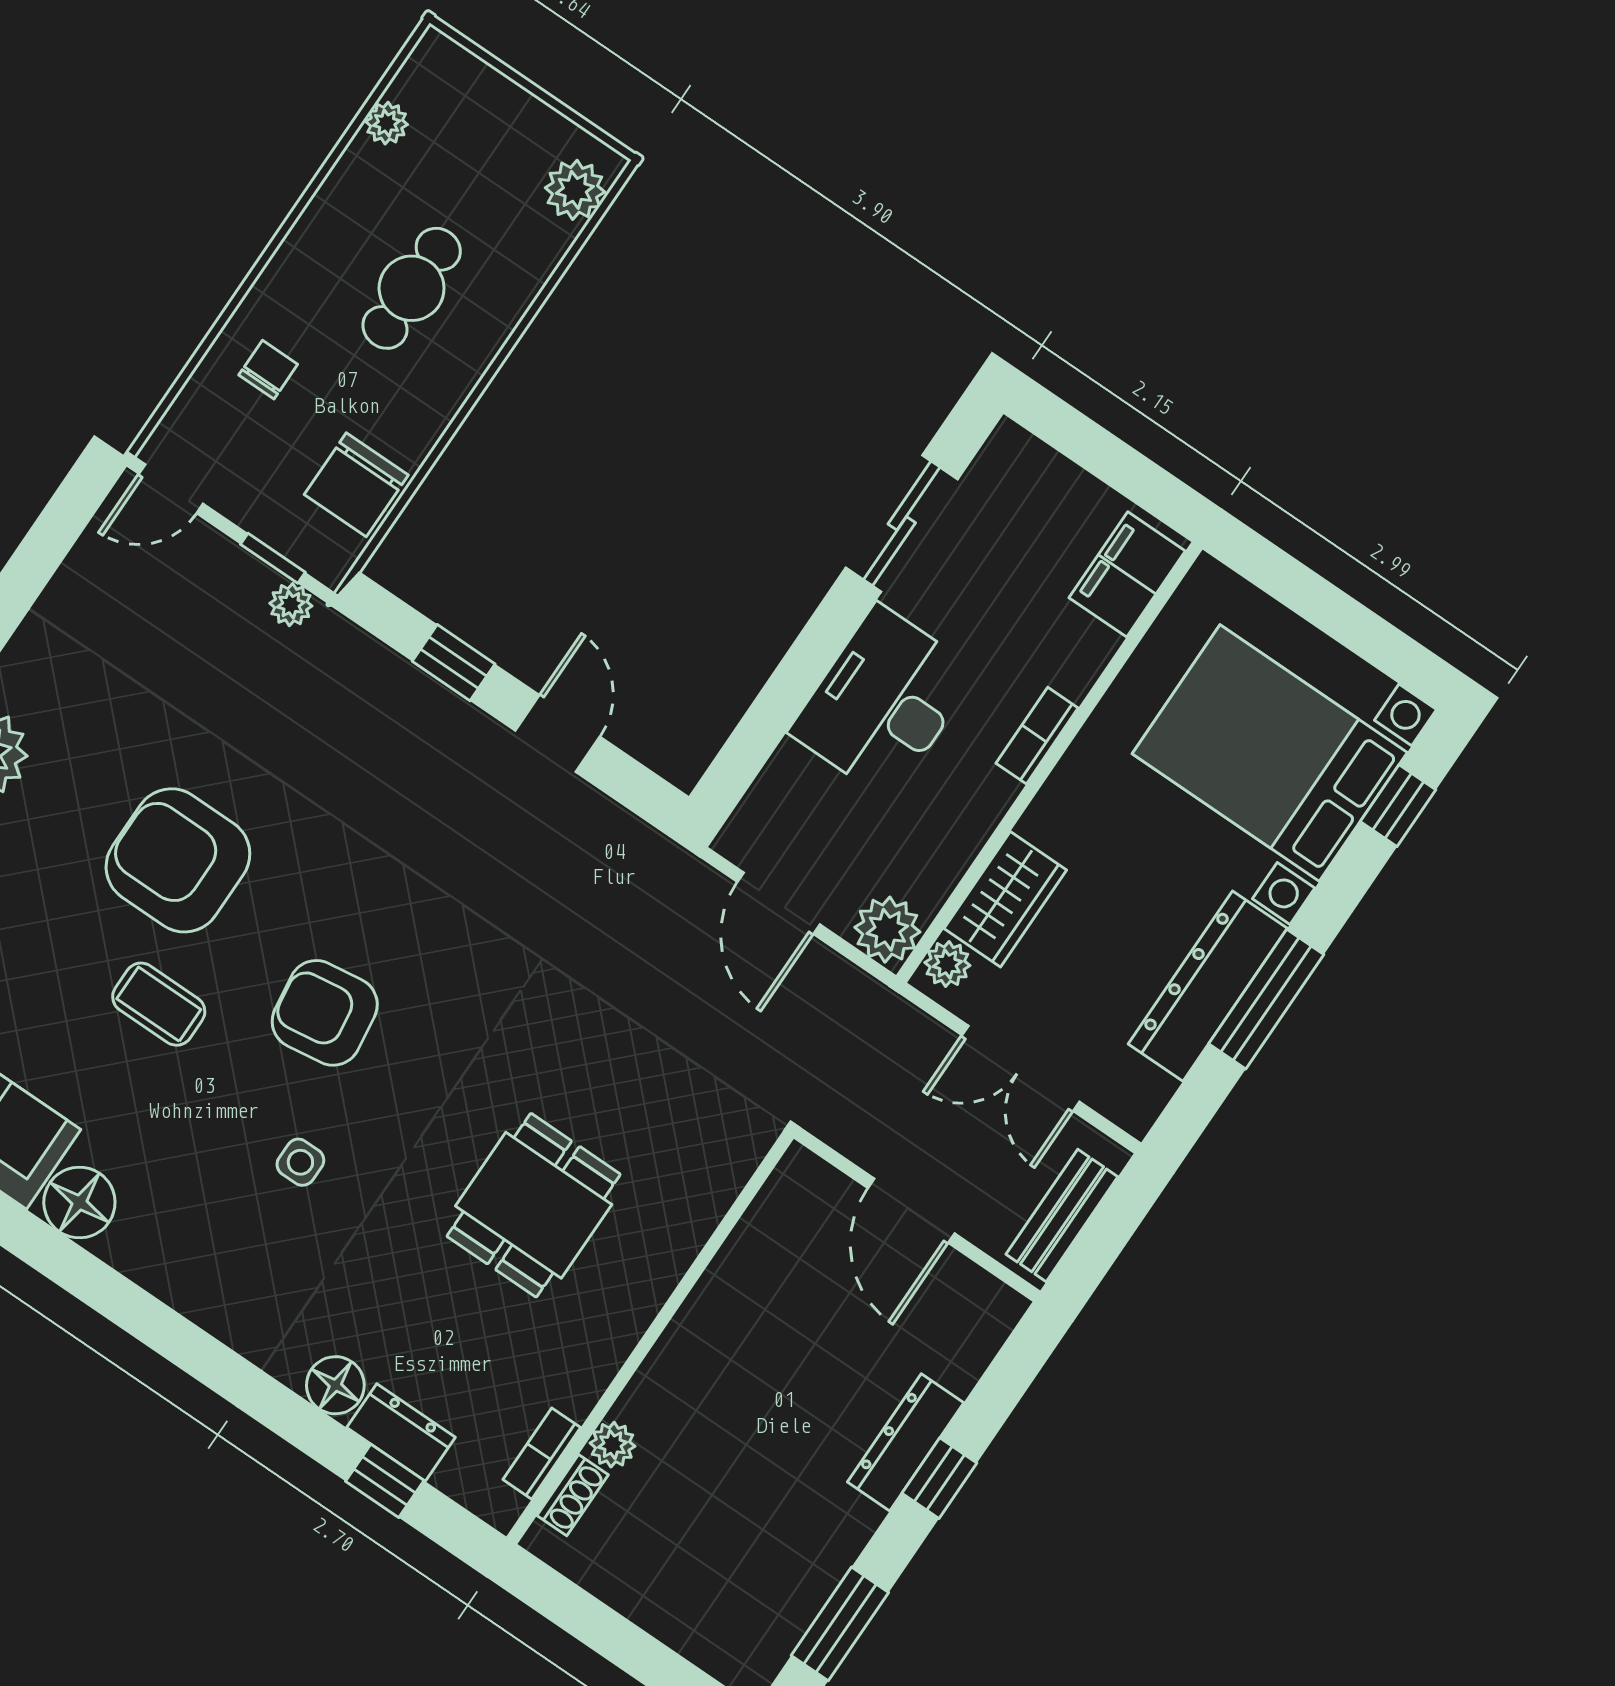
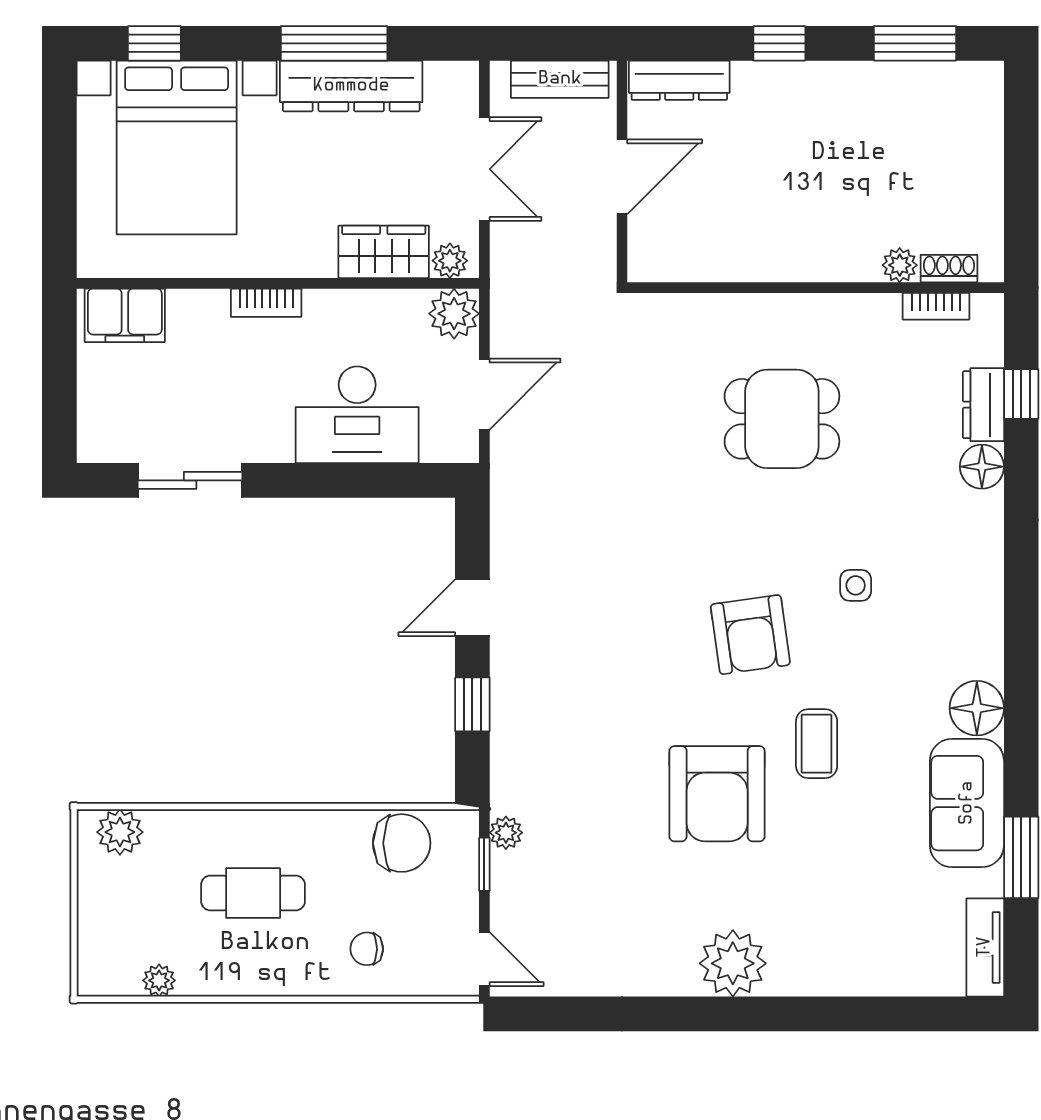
desk: (883, 702) -> (357, 415), moved
dresser: (906, 1442) -> (679, 80), moved

